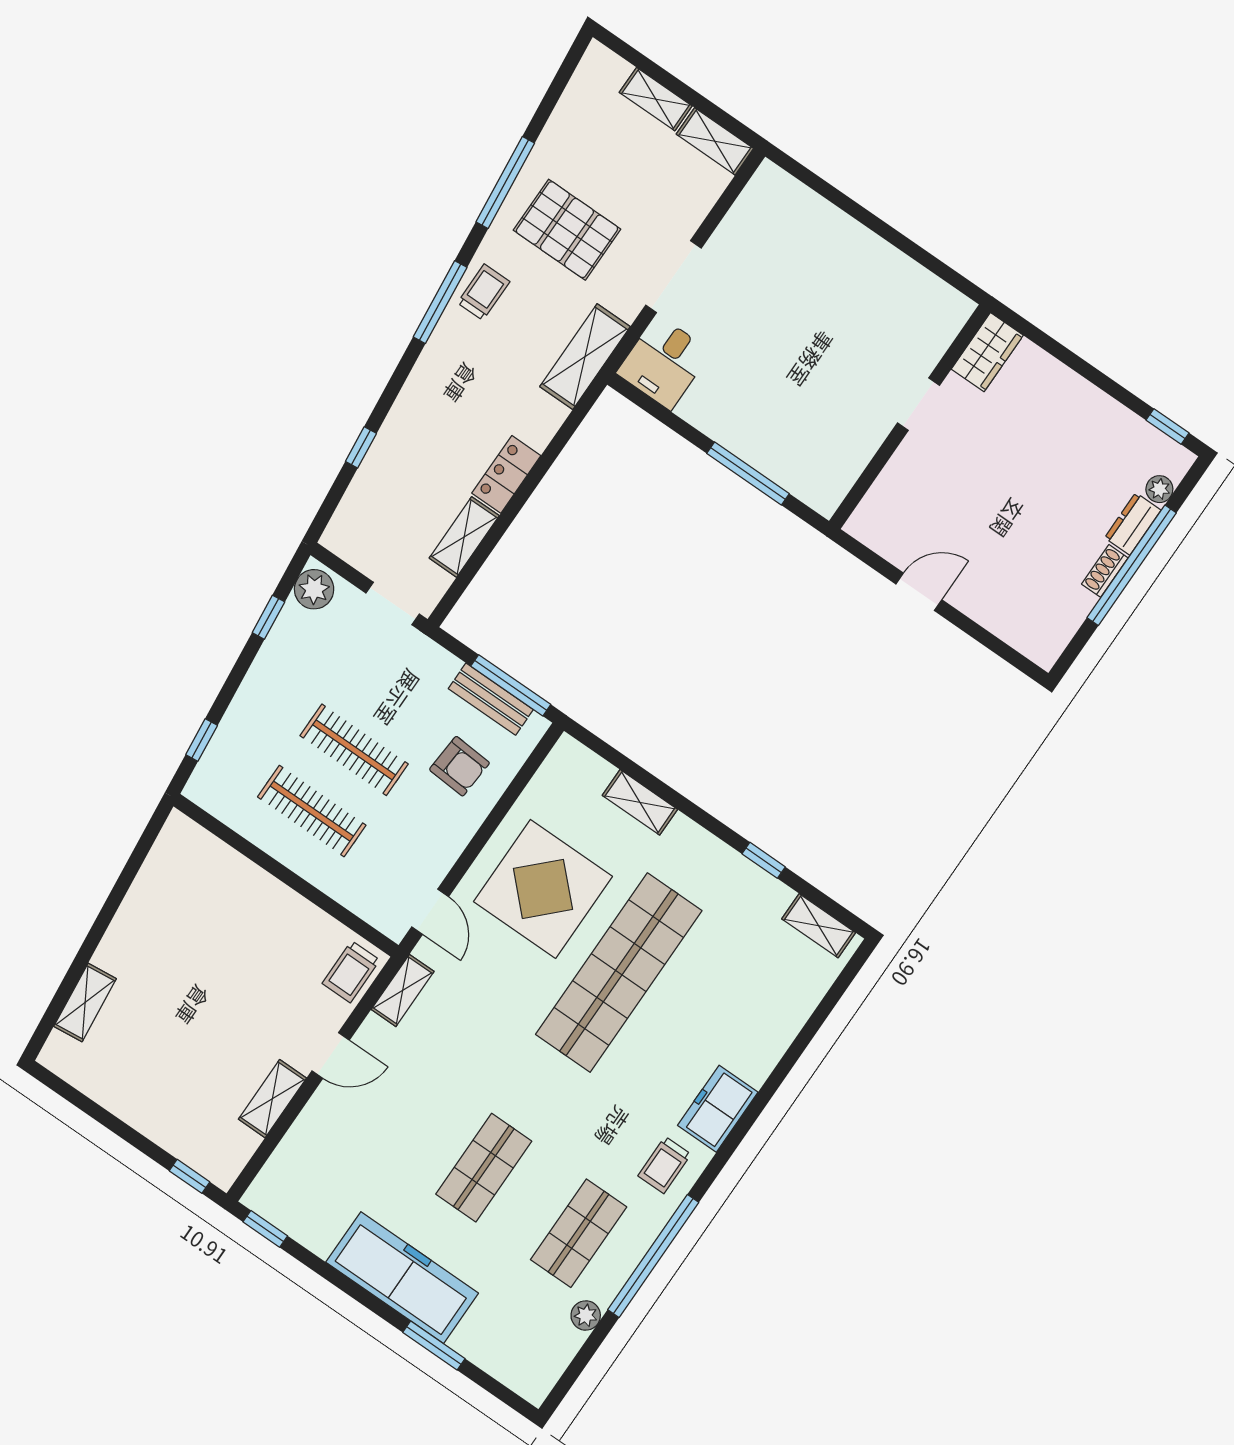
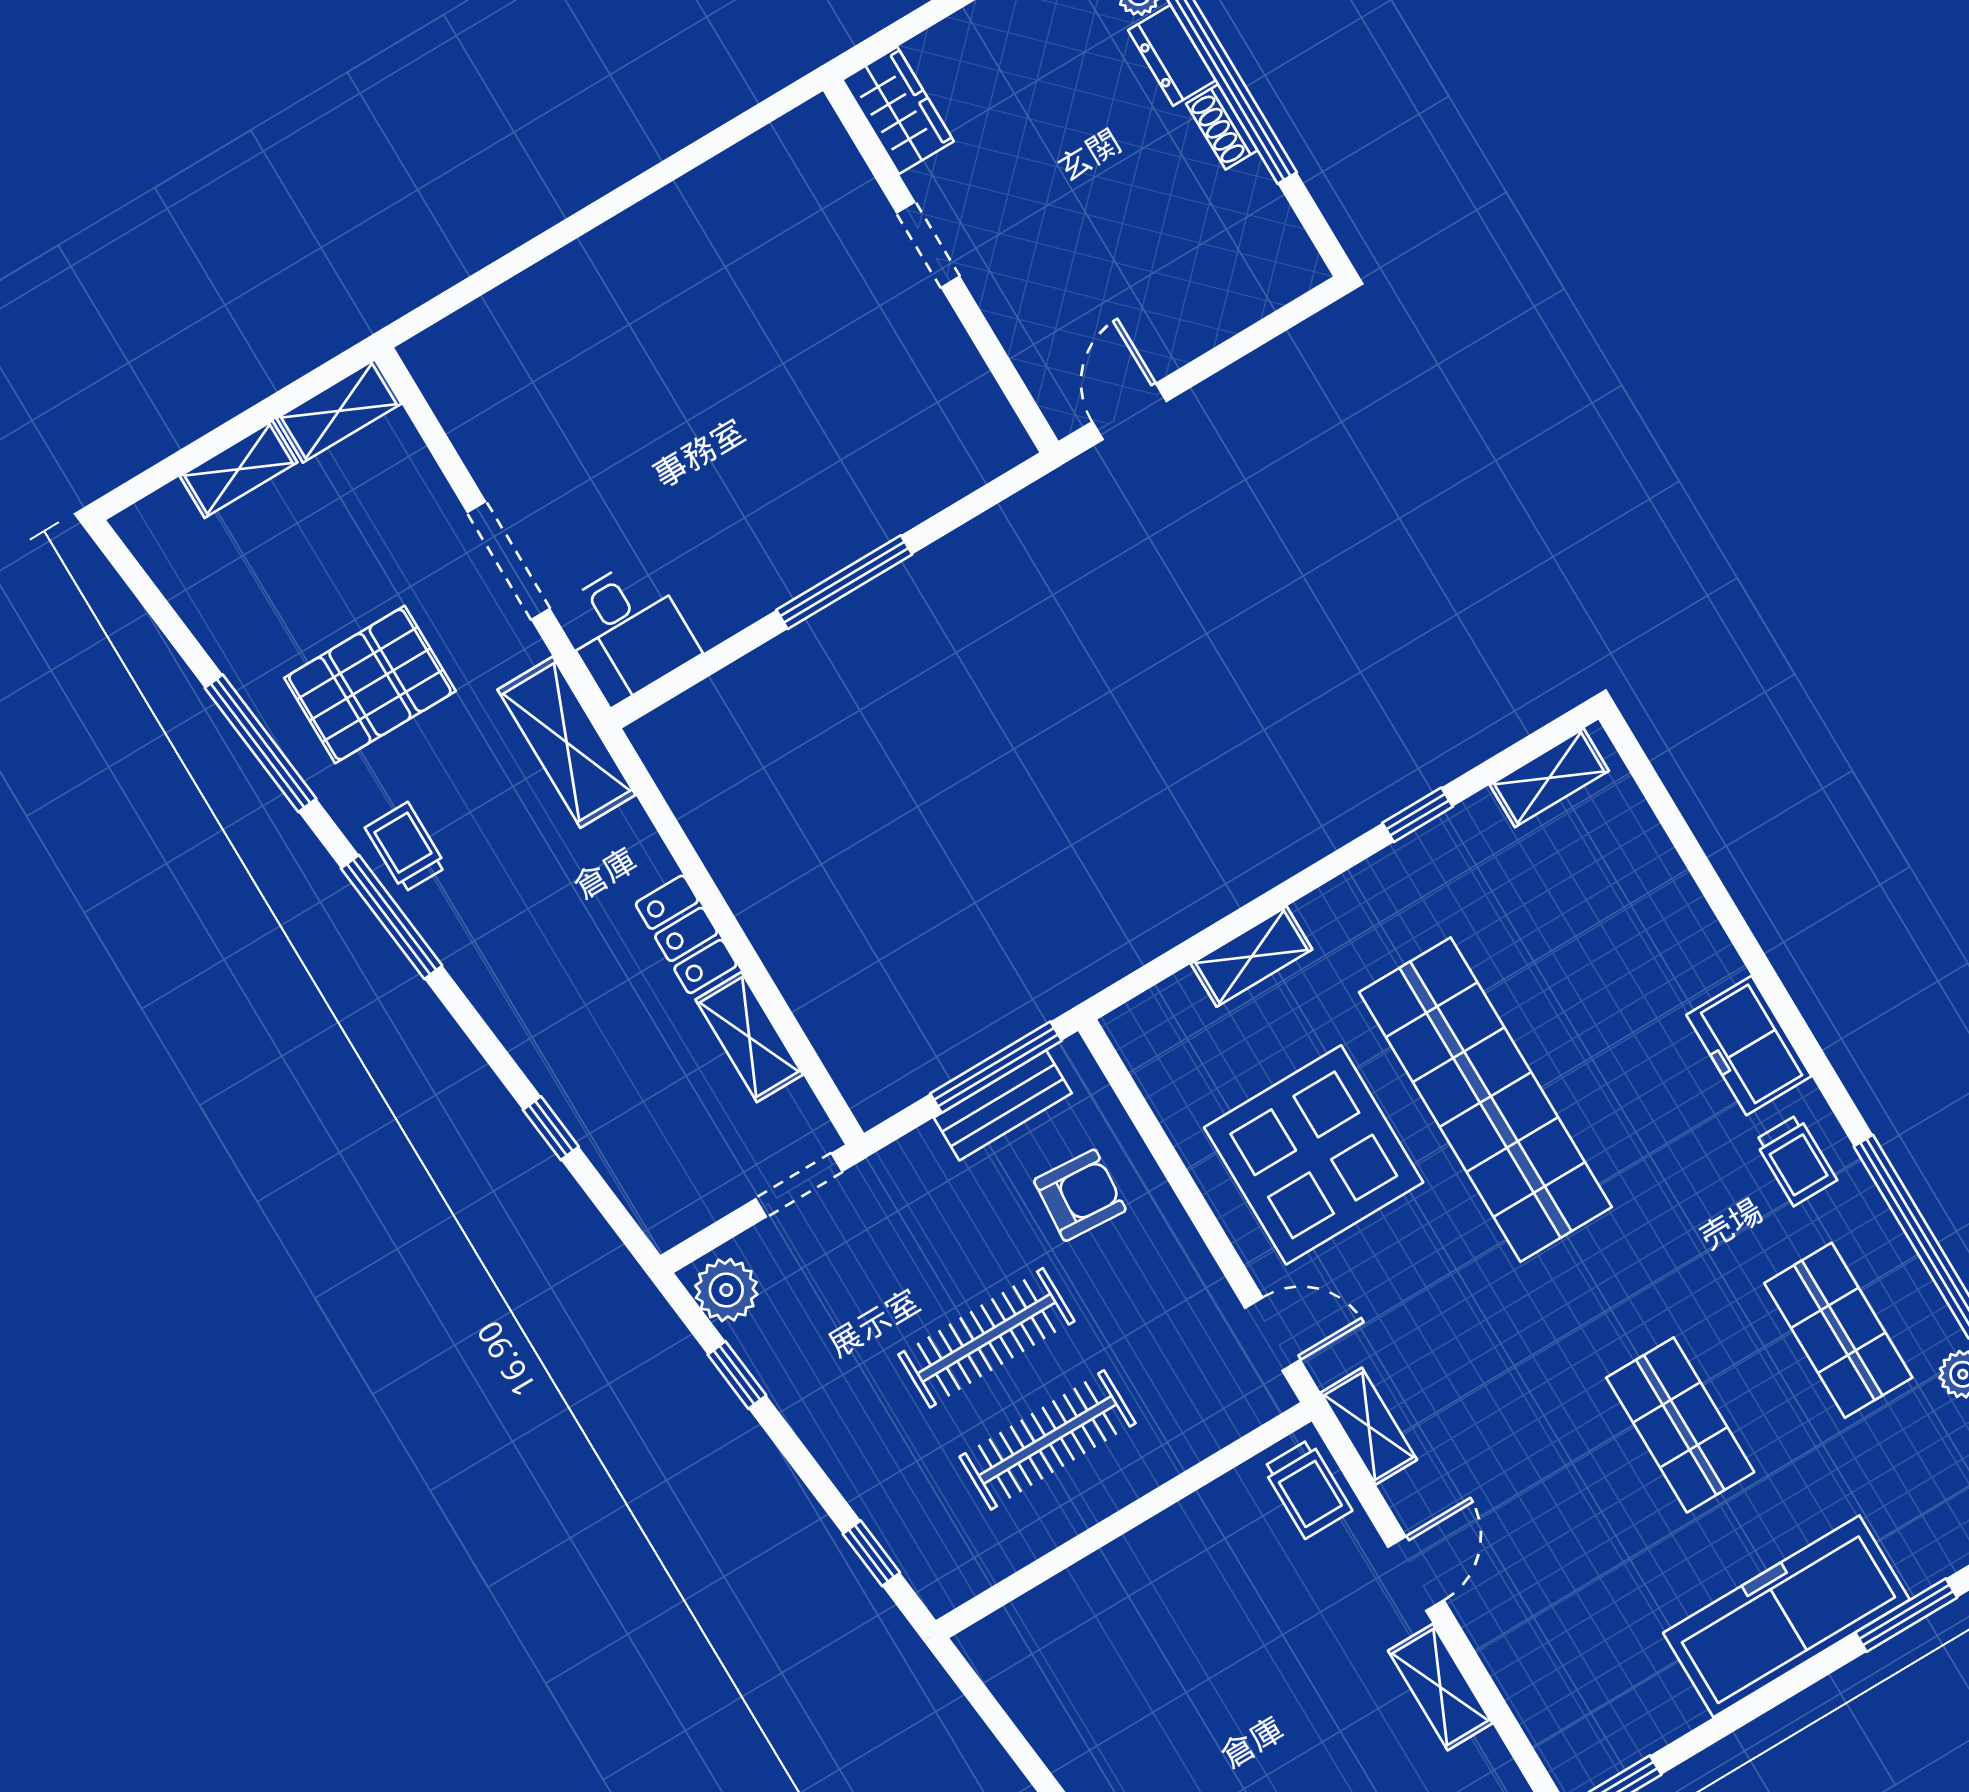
wardrobe: (987, 352) -> (898, 110), moved
doorway: (918, 404) -> (928, 245), moved
wall: (910, 417) -> (941, 266), moved

